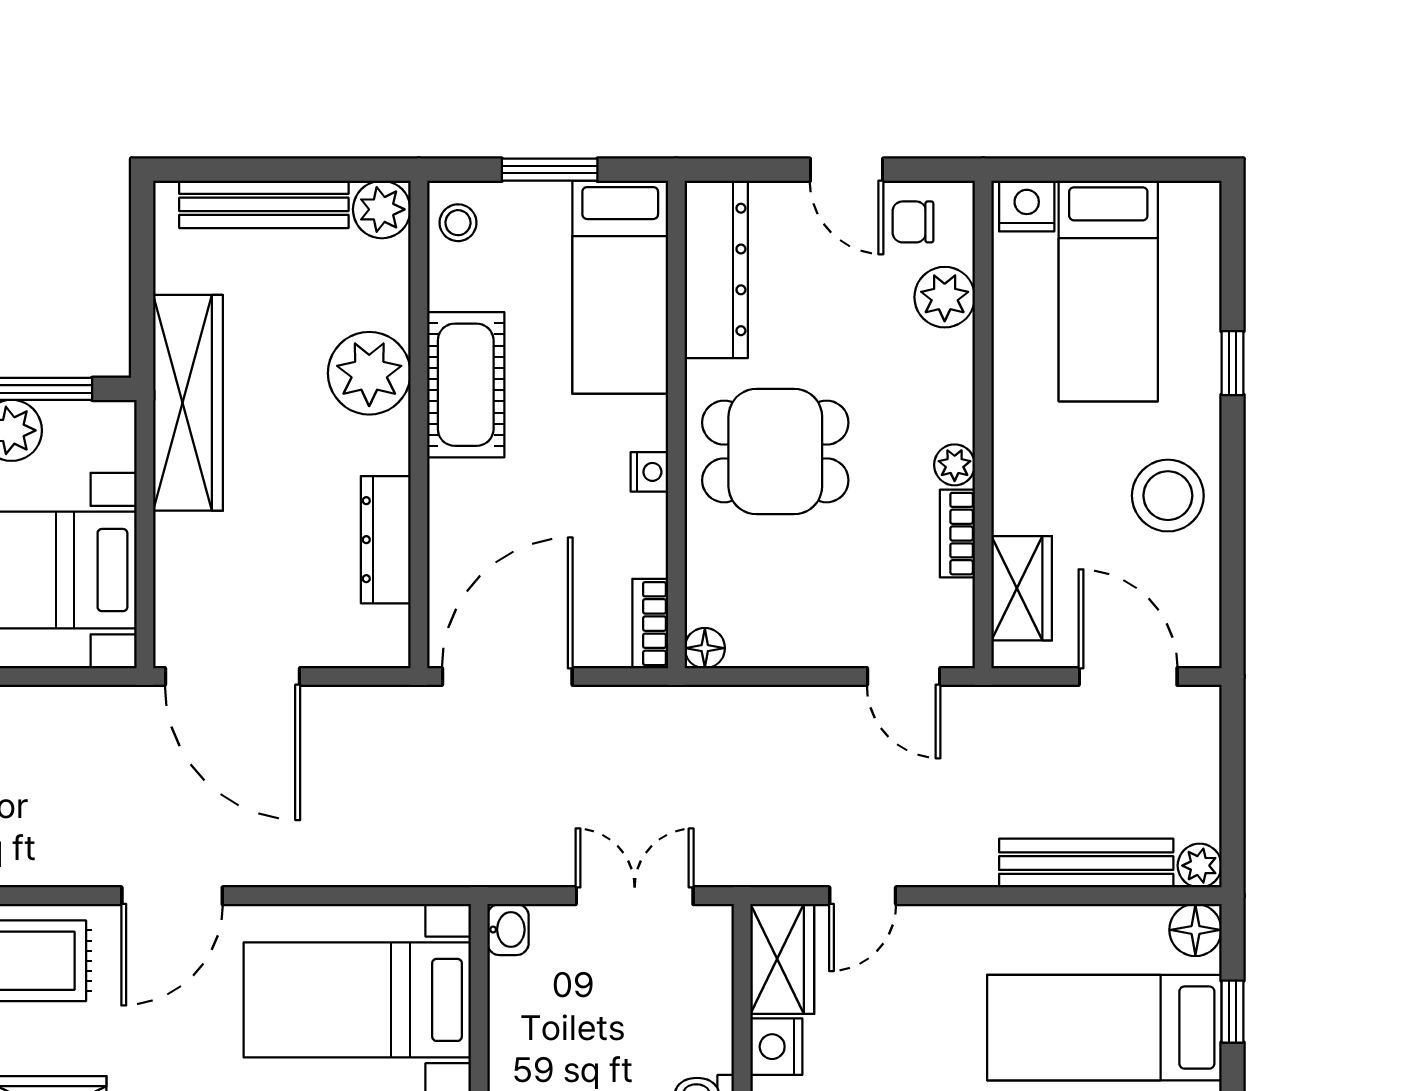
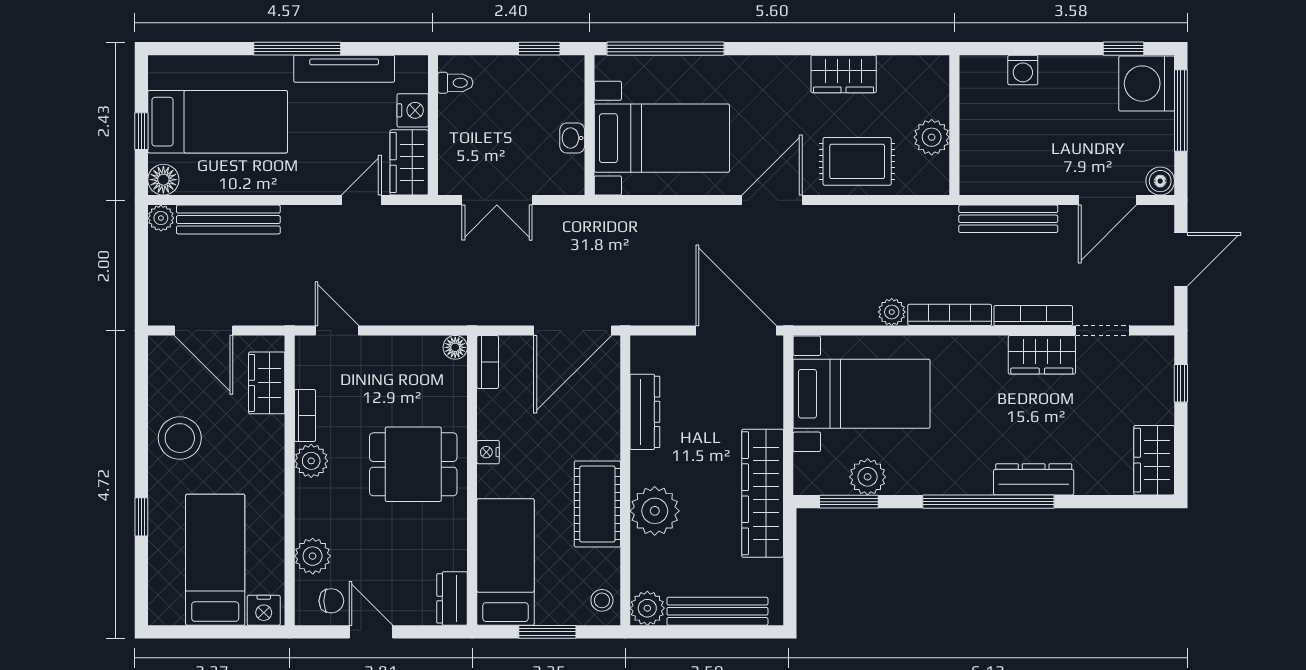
dresser: (716, 269) -> (452, 598), width x0.51, depth x0.80
plant: (955, 465) -> (311, 461), width x1.38, depth x1.38
washbasin: (508, 930) -> (572, 138), moved

